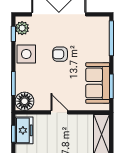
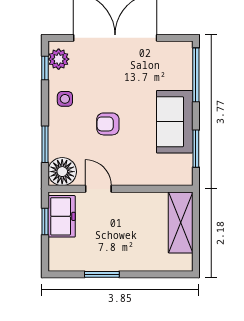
side table: (26, 54) -> (65, 99), width x0.54, depth x0.54
armchair: (60, 54) -> (108, 124), moved
sofa: (98, 83) -> (175, 122), moved
door: (59, 112) -> (98, 189), moved

